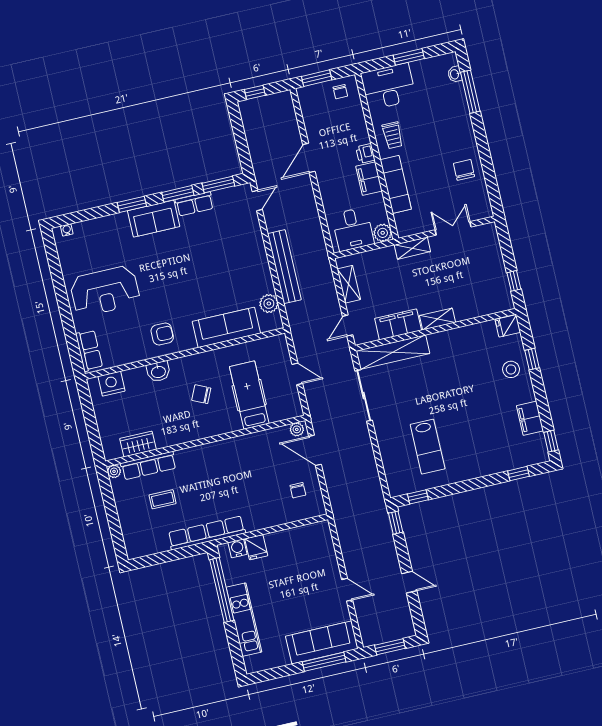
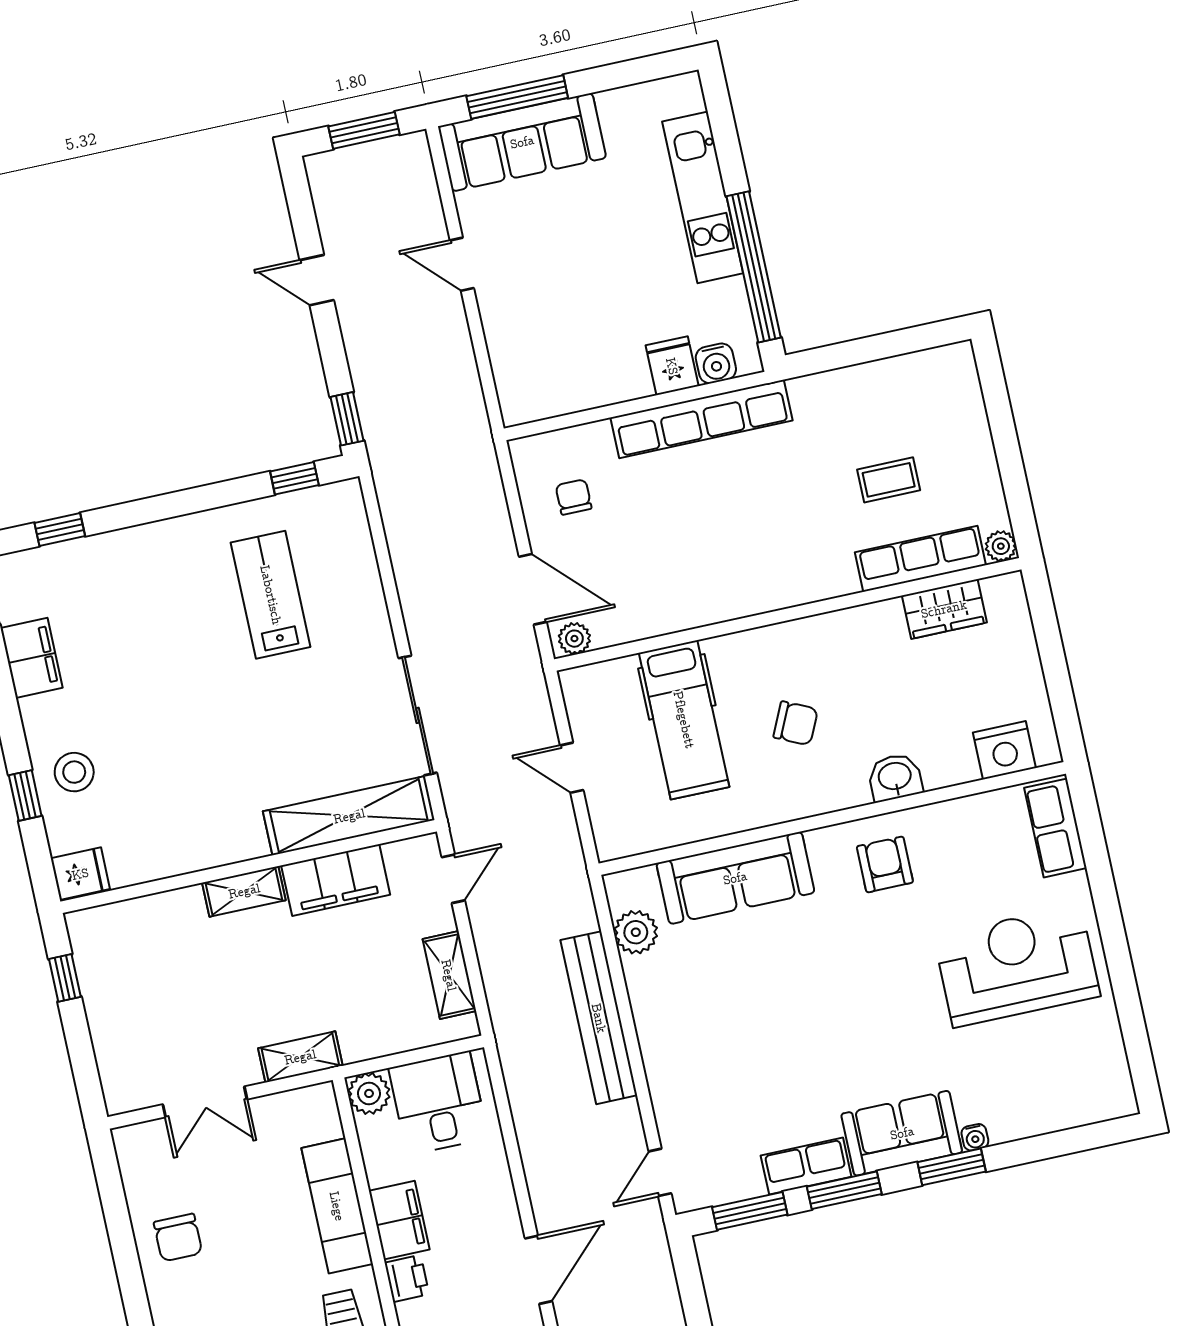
water cooler: (67, 230) -> (975, 1137), moved
armchair: (162, 334) -> (885, 864), turned 90
row of seats: (207, 533) -> (702, 419), moved

